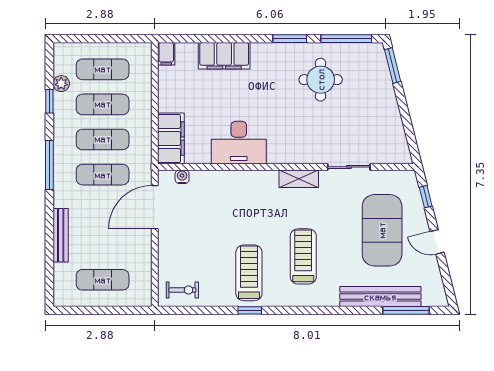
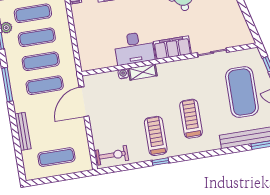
filing cabinet: (171, 139) -> (172, 48), moved, turned -90
water cooler: (182, 177) -> (123, 74), moved
shelving: (299, 179) -> (143, 72), moved
exercise bike: (182, 290) -> (112, 155), width x1.38, depth x1.39

